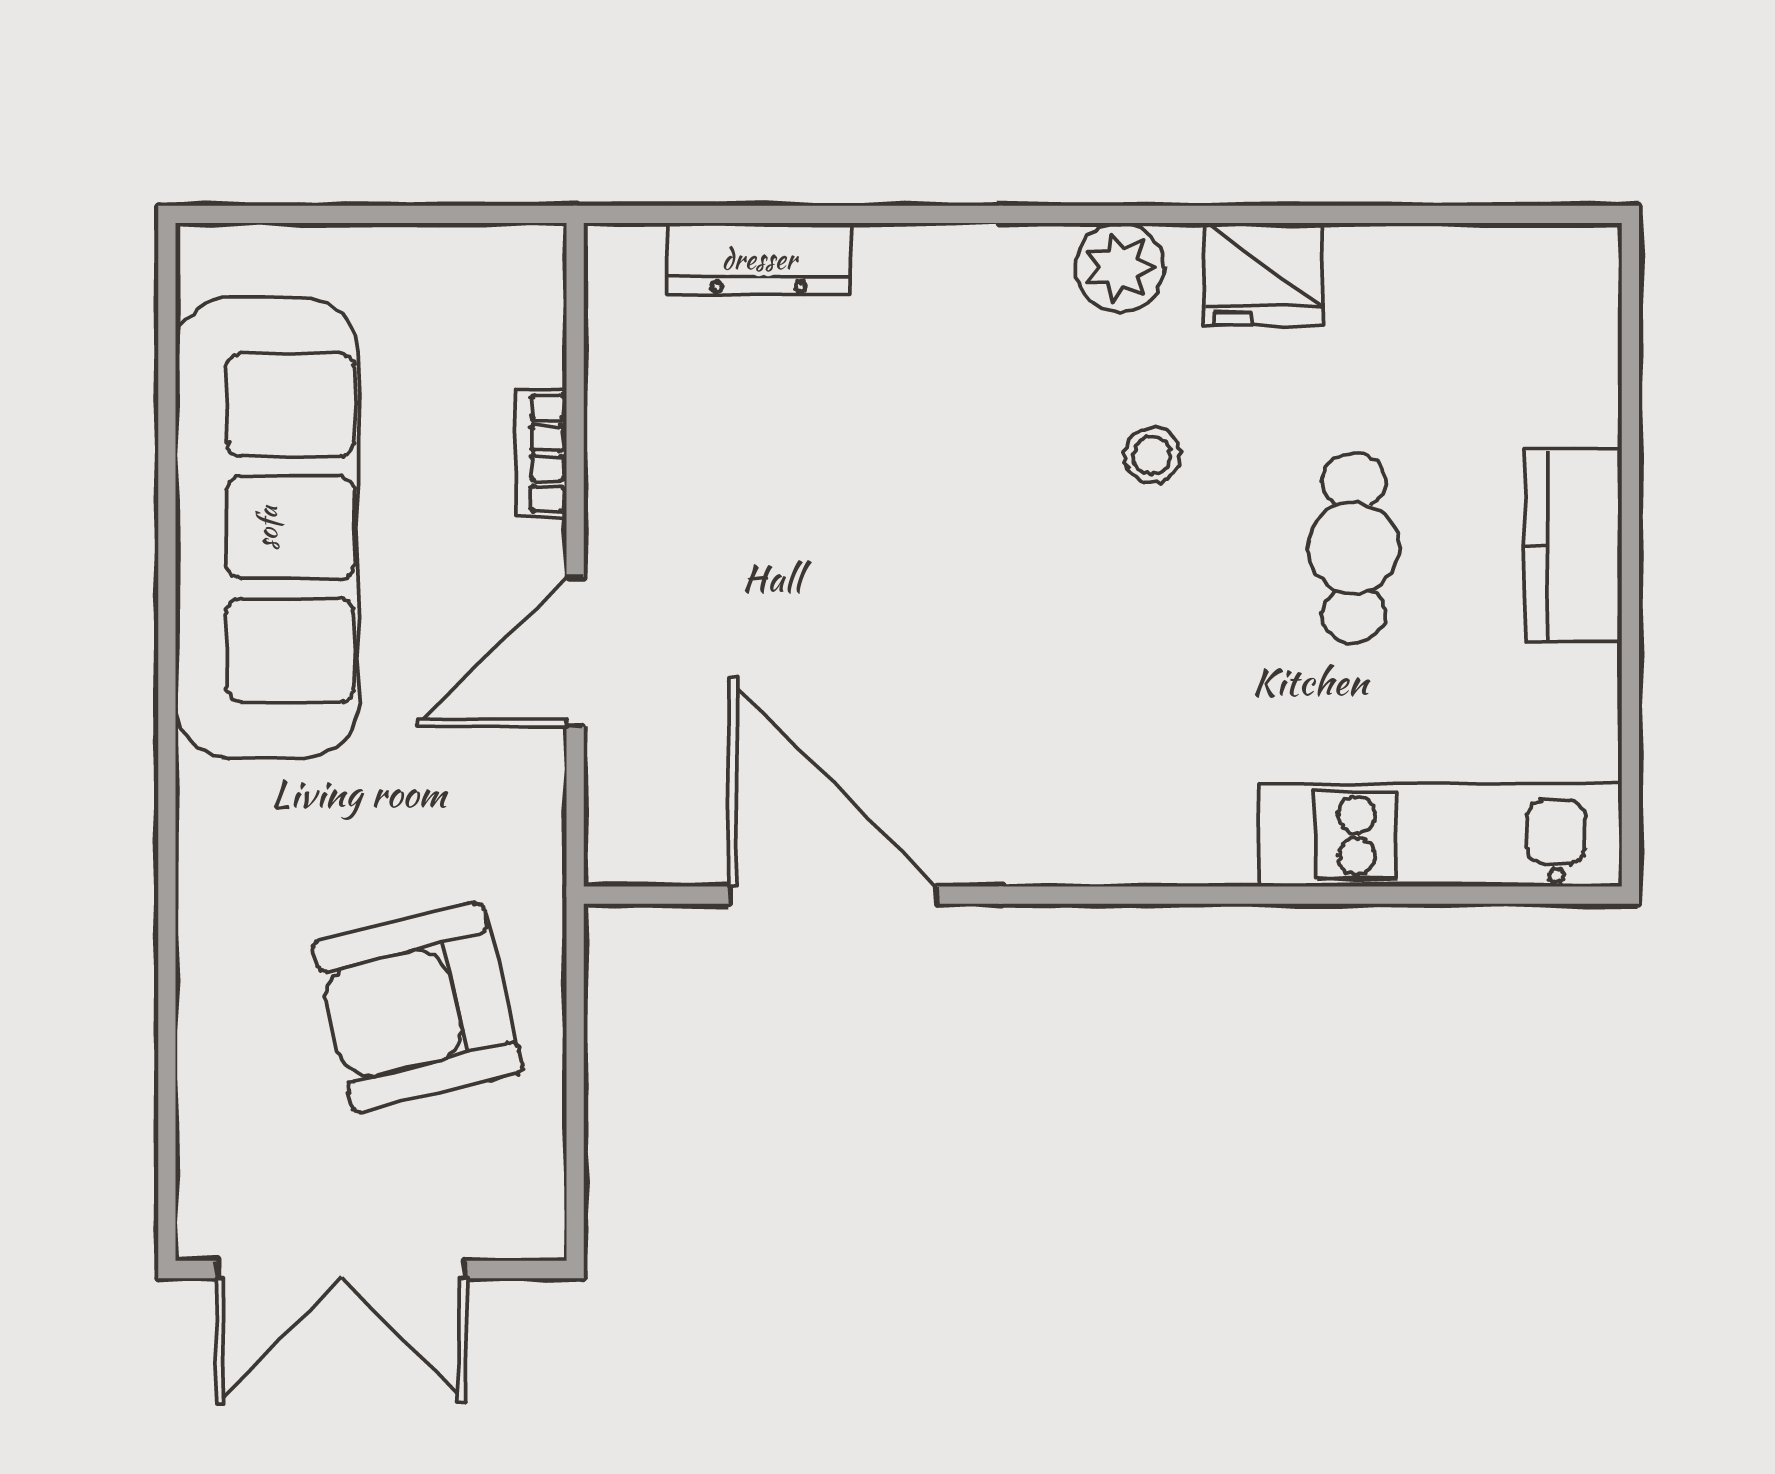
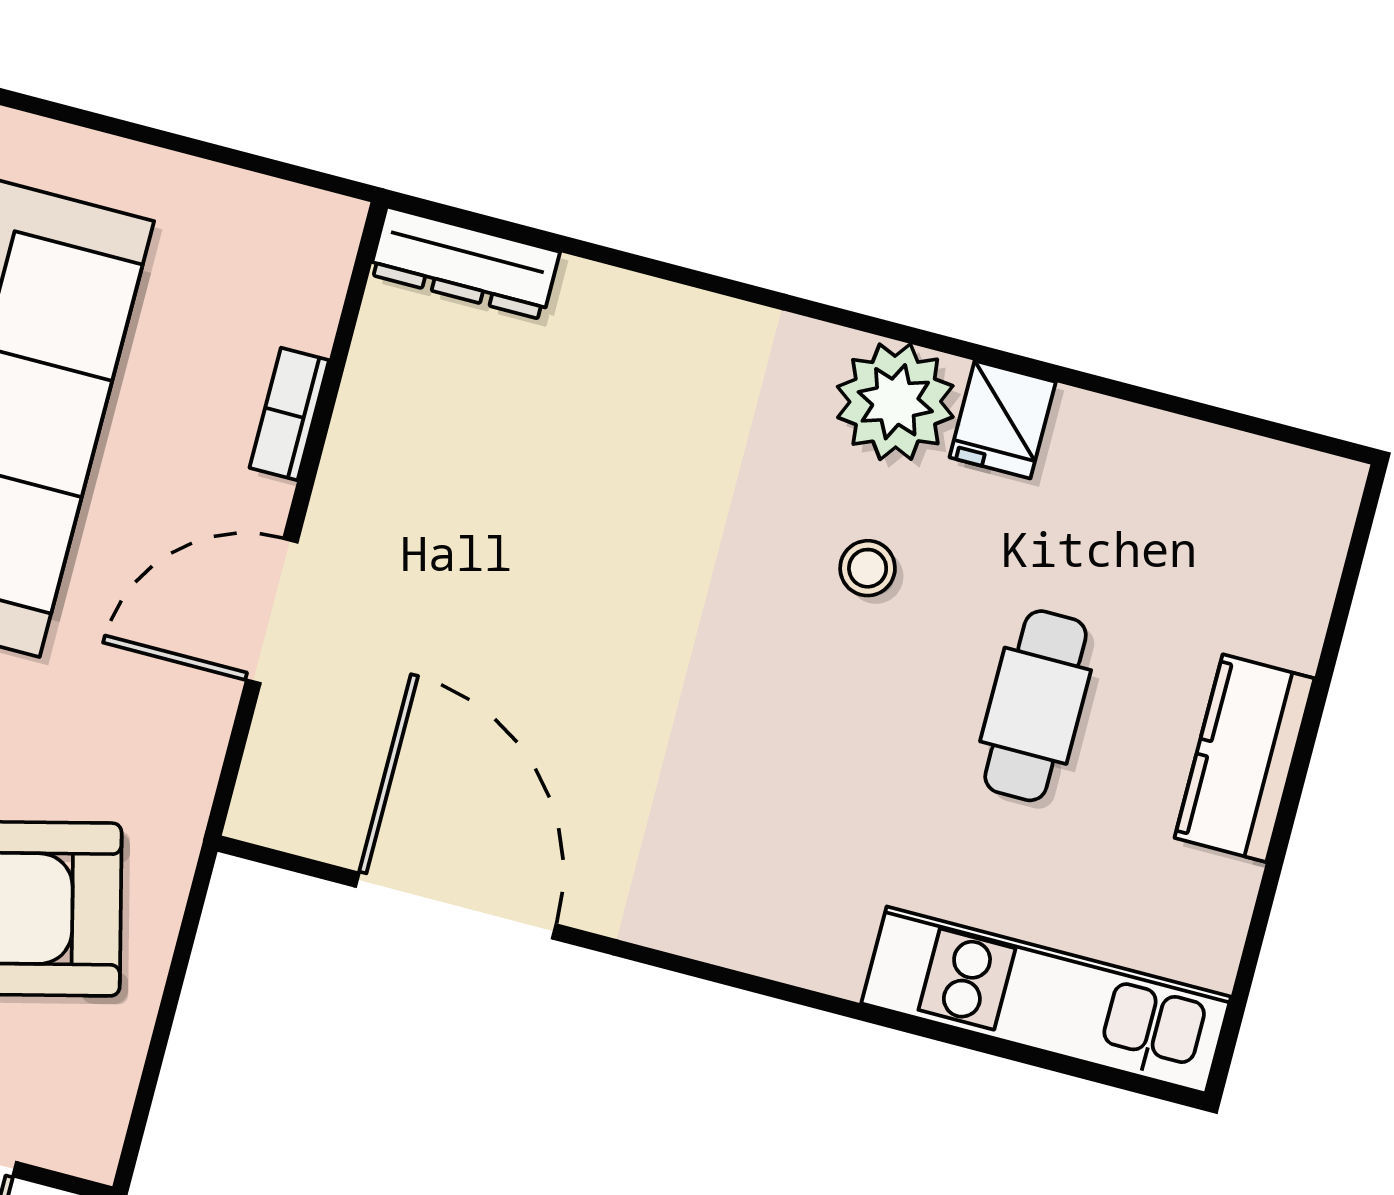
dresser: (759, 259) -> (464, 263), moved
plant: (1120, 268) -> (895, 402), width x1.36, depth x1.36
fridge: (1263, 274) -> (1003, 420), width x0.72

